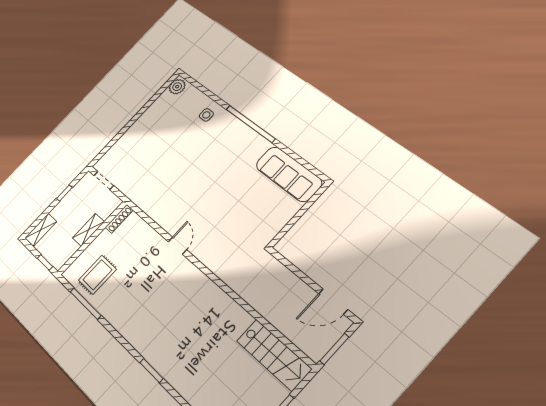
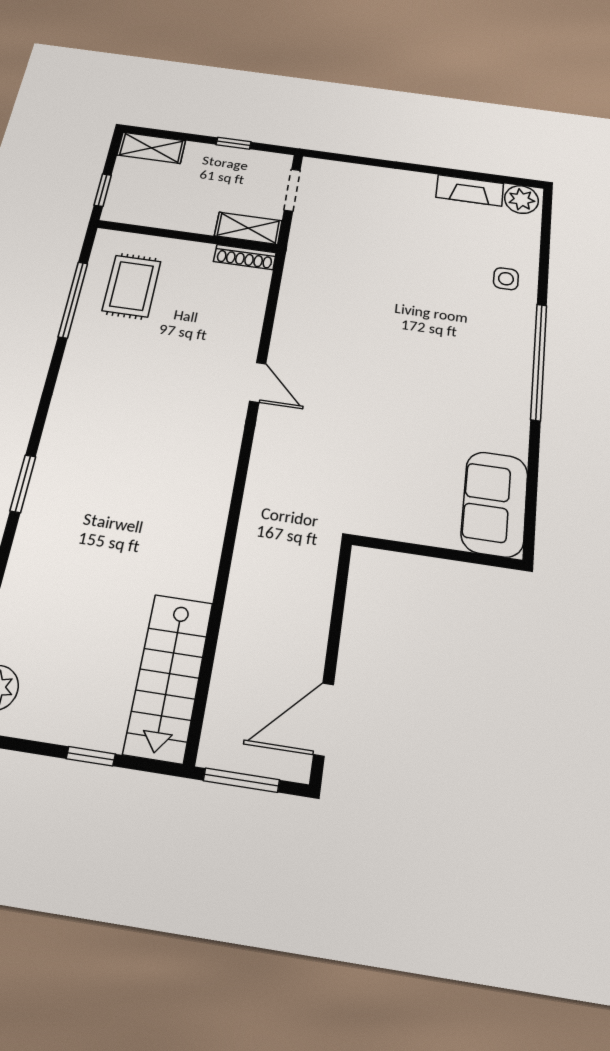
fireplace: (158, 106) -> (470, 190), added
sofa: (289, 174) -> (495, 504), width x0.73
shelving: (88, 230) -> (248, 228), moved
door: (177, 246) -> (258, 382), hinge flipped
rug: (97, 275) -> (132, 286), turned 90
door: (333, 301) -> (324, 719), hinge flipped

